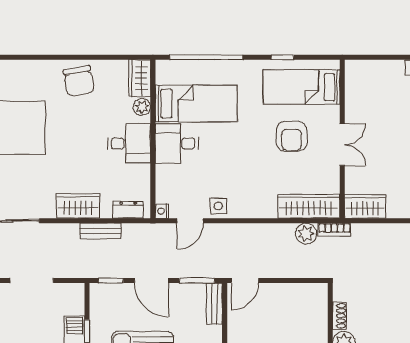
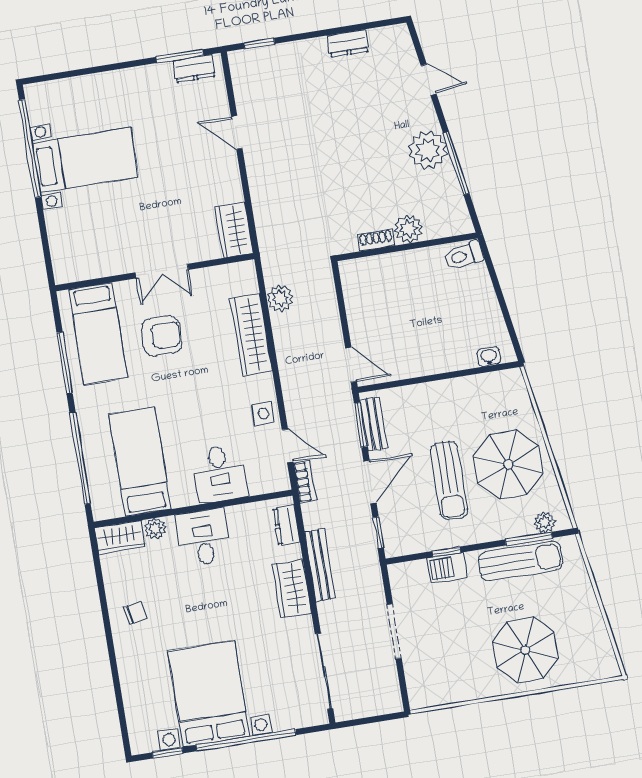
window: (283, 57) -> (65, 363), width x2.17
chair: (79, 81) -> (135, 613), width x0.54, depth x0.54
desk: (177, 143) -> (220, 474), moved
double door: (342, 145) -> (162, 271), swing flipped
wardrobe: (309, 206) -> (251, 335), moved
nightstand: (162, 211) -> (281, 483), removed
bookcase: (334, 230) -> (305, 482), moved
bench: (100, 231) -> (320, 565), width x1.36
bench: (214, 304) -> (374, 424), moved, turned 90

